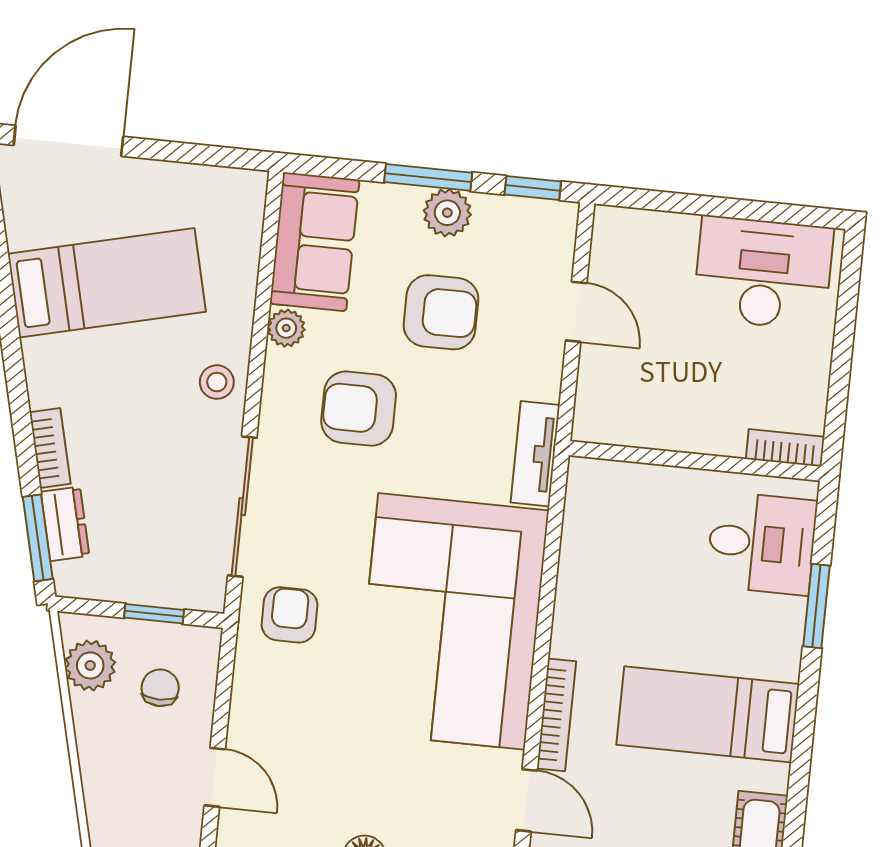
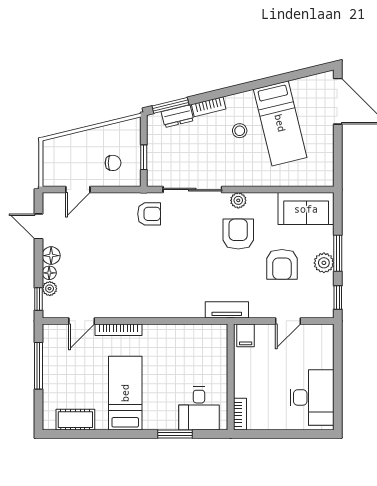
plant: (286, 328) -> (238, 200), moved
stool: (217, 382) -> (240, 131), moved
filing cabinet: (600, 415) -> (246, 335), added
corner sofa: (452, 621) -> (153, 282), removed
plant: (90, 665) -> (119, 133), removed

